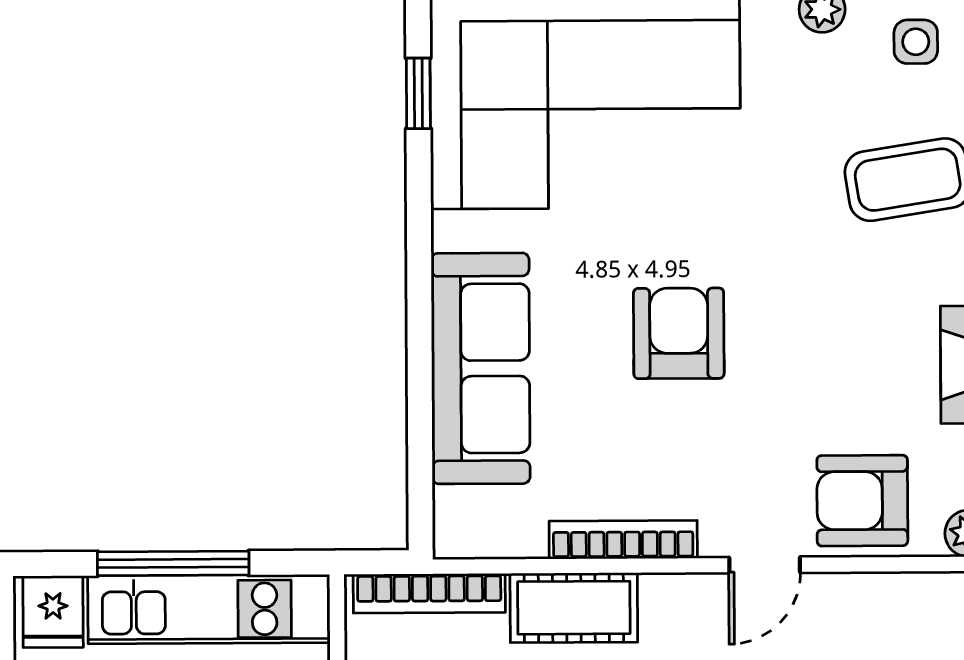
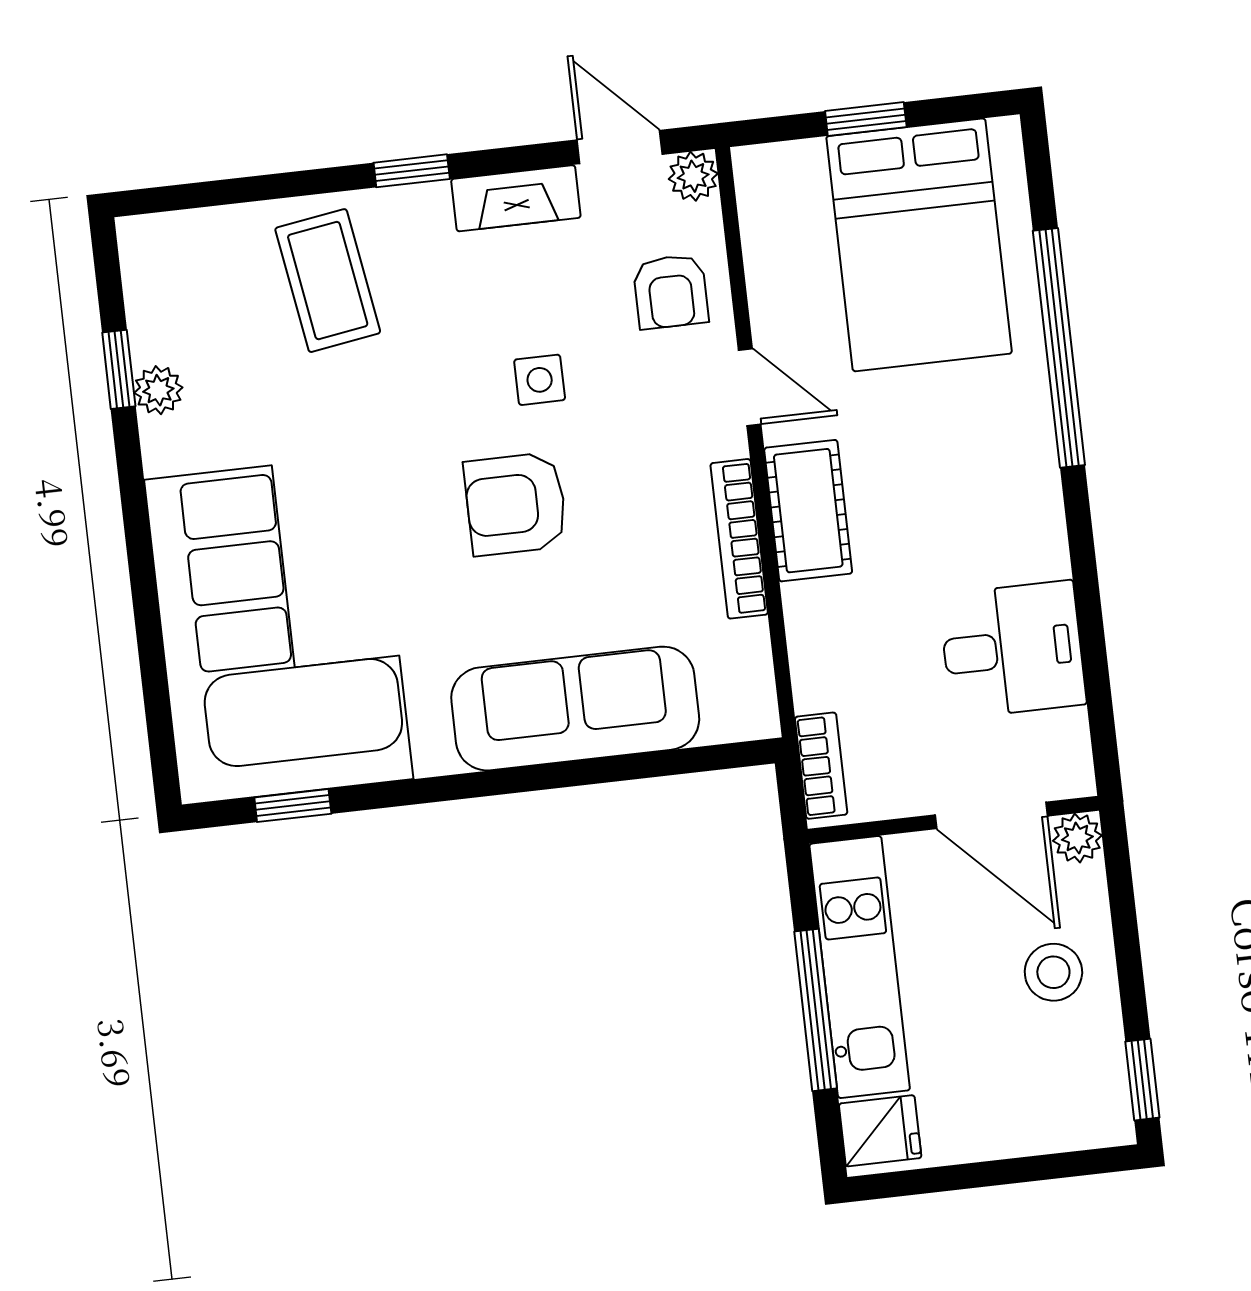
side table: (916, 42) -> (540, 380), moved
armchair: (862, 501) -> (671, 292), width x0.72, depth x0.72
bookcase: (429, 593) -> (821, 766), width x0.64
cot: (574, 608) -> (808, 511), moved

